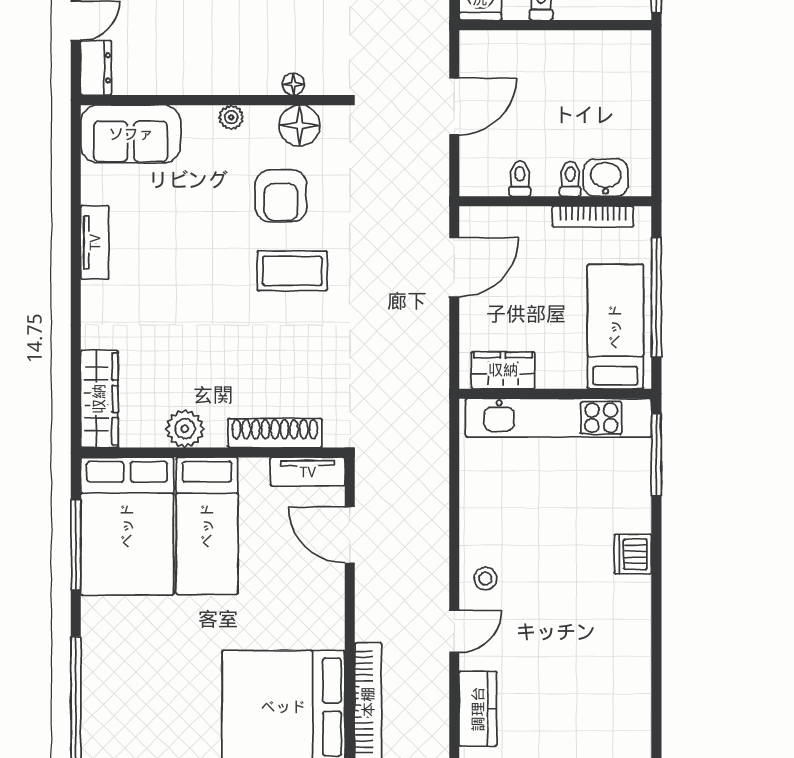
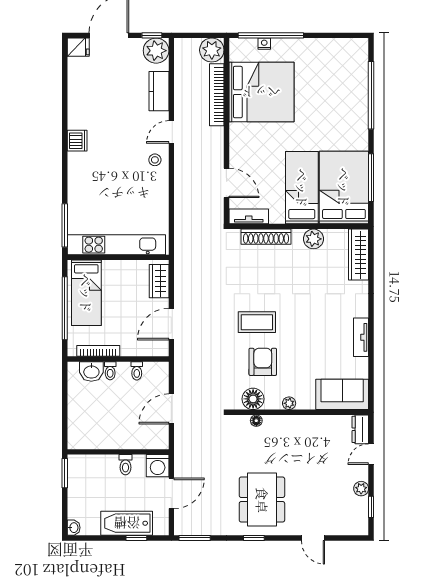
wardrobe: (503, 370) -> (159, 281), moved, turned 90
dishwasher: (633, 554) -> (77, 141), moved

